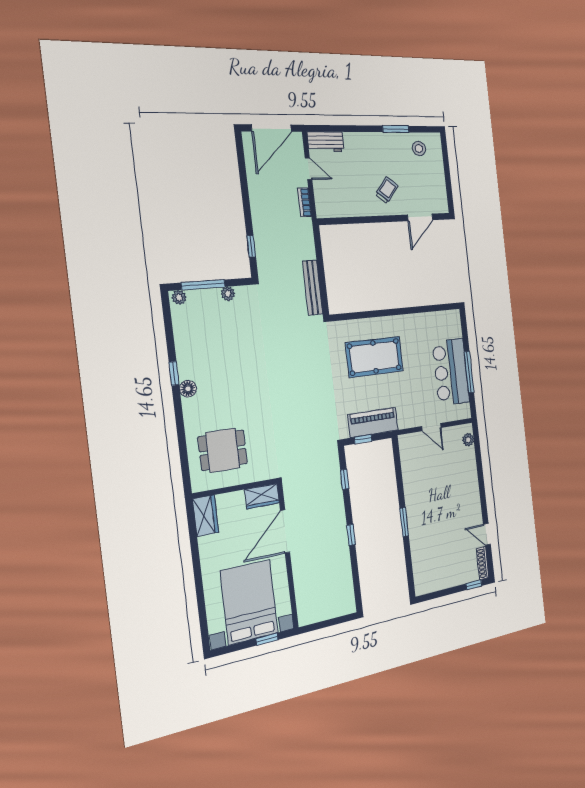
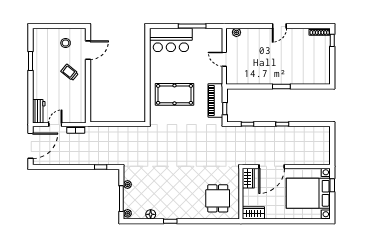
door: (271, 128) -> (31, 146), hinge flipped
stool: (419, 148) -> (66, 43), moved
door: (420, 217) -> (88, 50), hinge flipped
bench: (313, 288) -> (128, 131), removed
pool table: (374, 357) -> (175, 94), turned 90
bar counter: (451, 372) -> (171, 40), moved
floor lamp: (188, 389) -> (151, 214), moved
door: (431, 427) -> (224, 59), swing flipped
door: (285, 531) -> (272, 166), hinge flipped
door: (487, 534) -> (279, 26), moved

